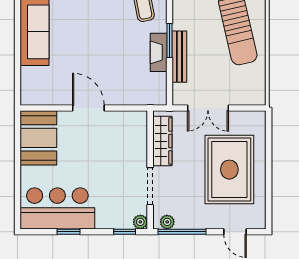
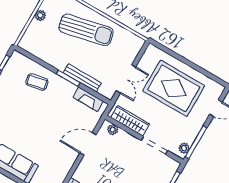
fireplace: (159, 52) -> (88, 99), moved
door: (88, 108) -> (88, 144), moved
plant: (140, 222) -> (113, 130), moved

